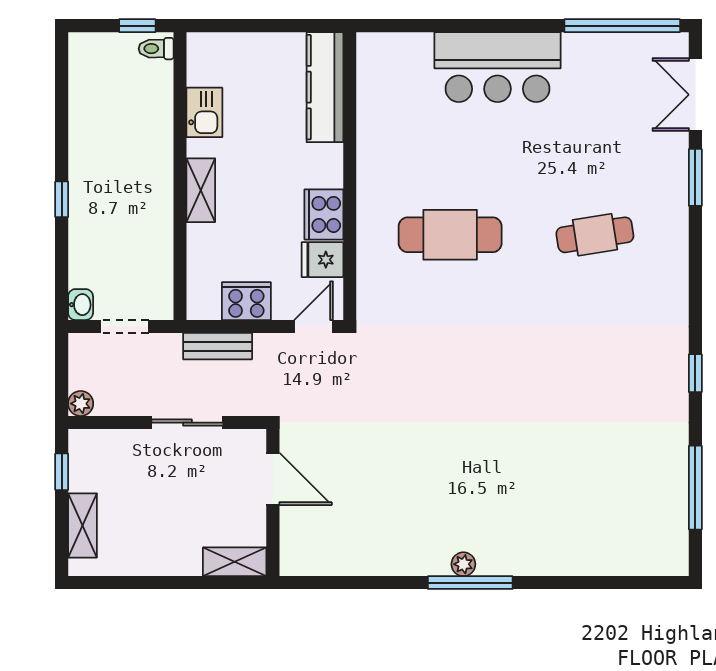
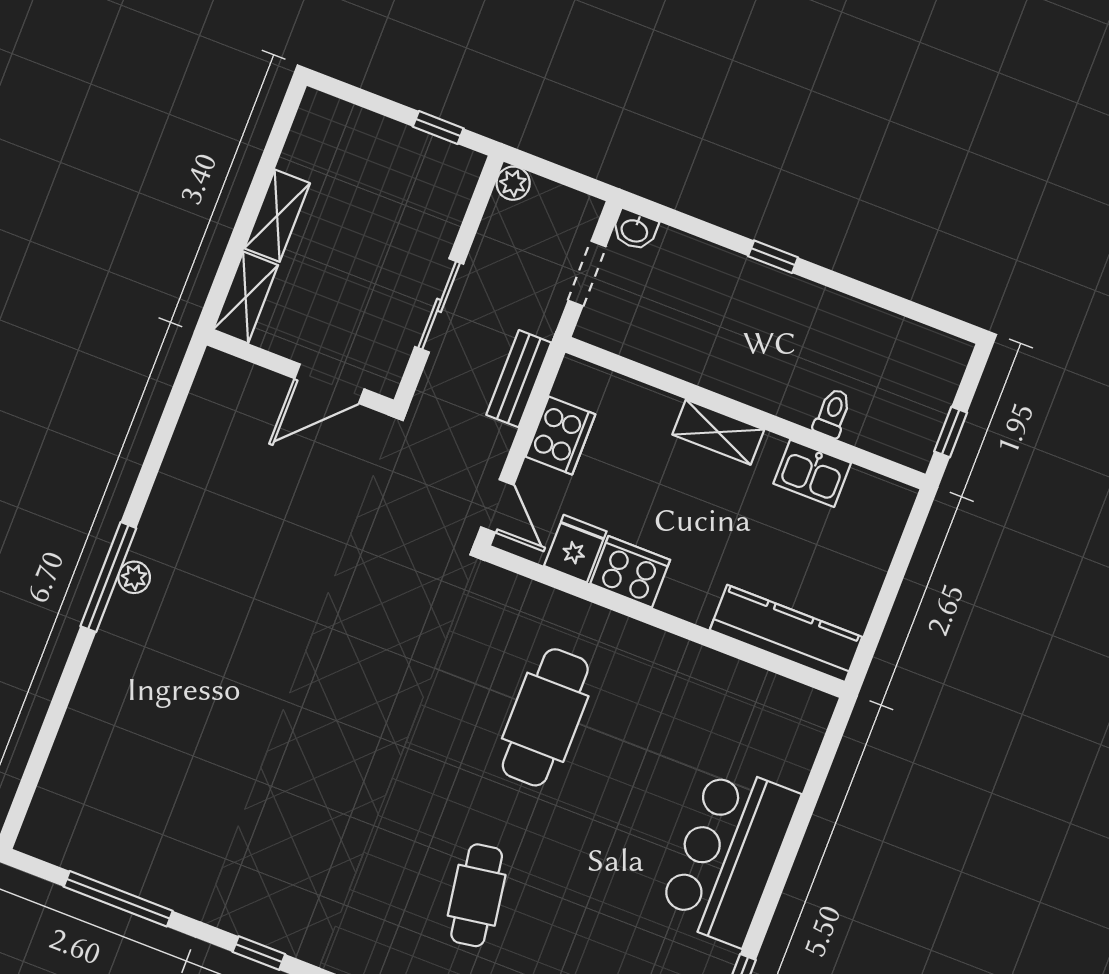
toilet: (156, 49) -> (833, 413), moved
shelving: (82, 525) -> (277, 216), moved, turned 90

